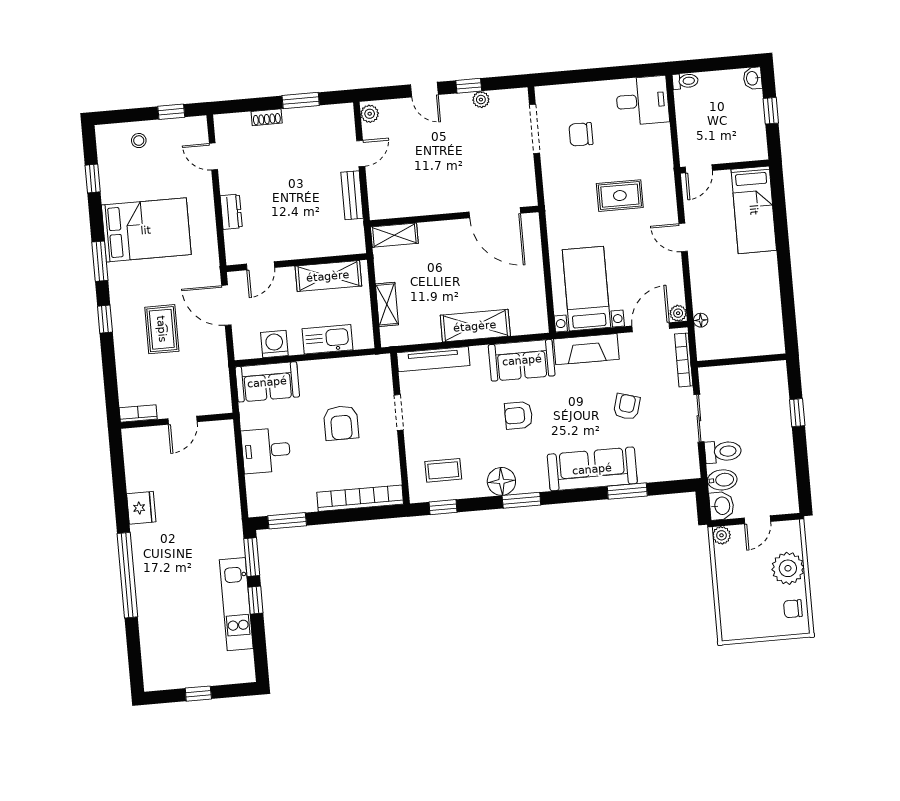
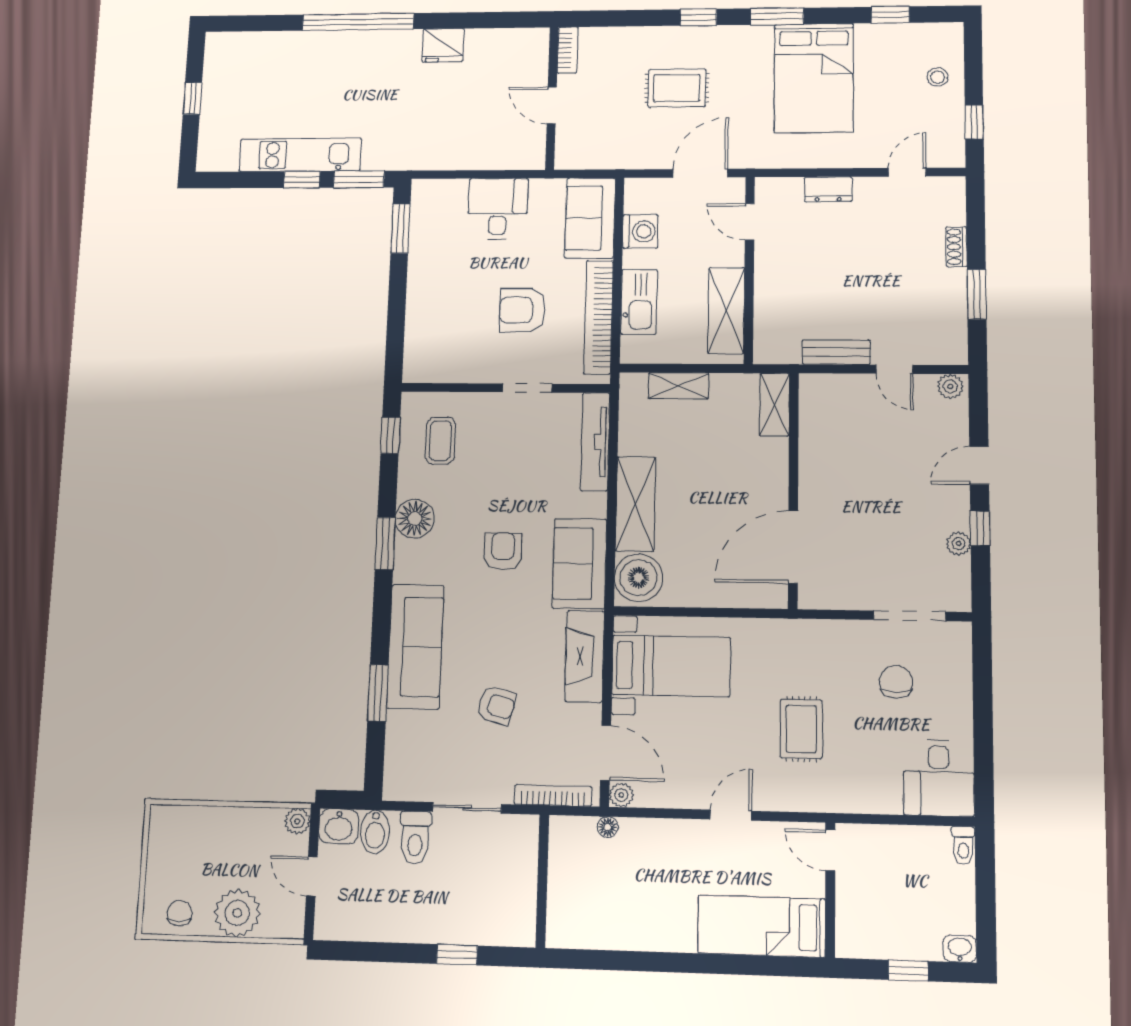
boiler: (527, 318) -> (639, 578), added
bookcase: (360, 498) -> (598, 317), moved, turned 180

